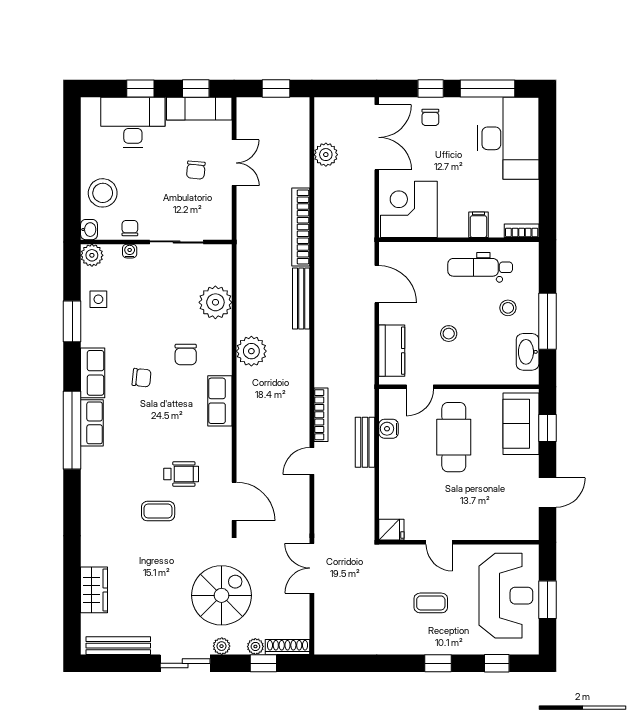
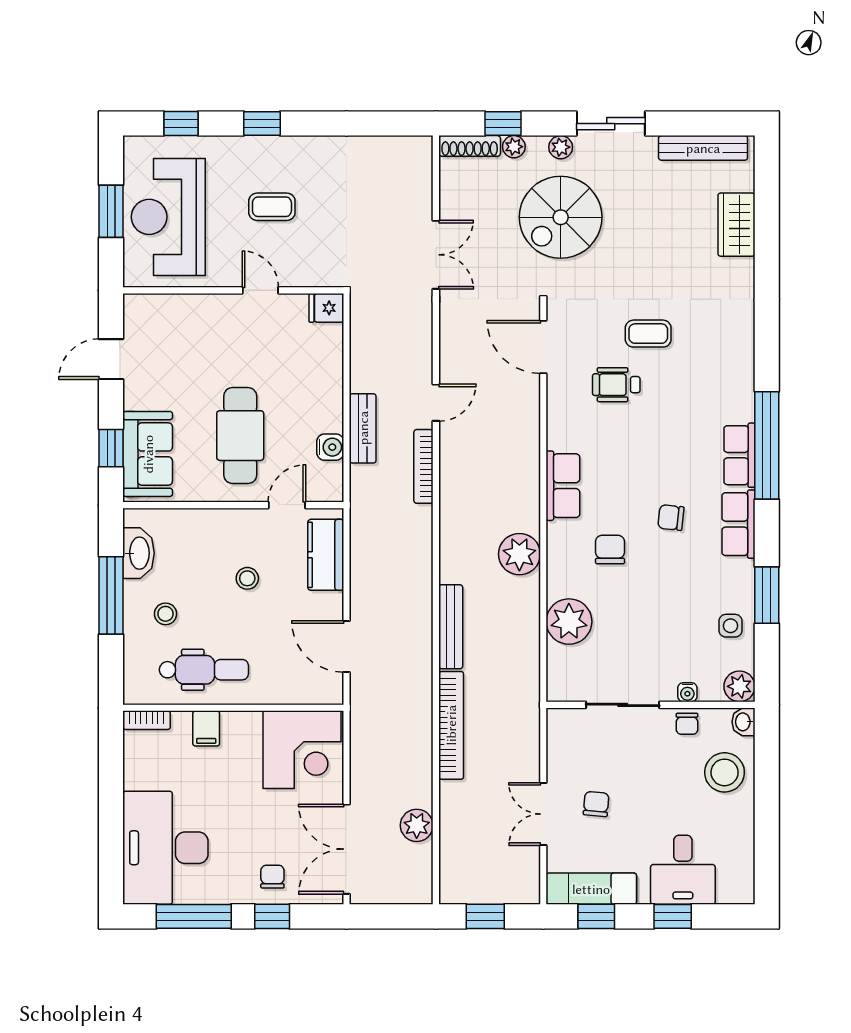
desk: (133, 122) -> (683, 870), width x0.73

